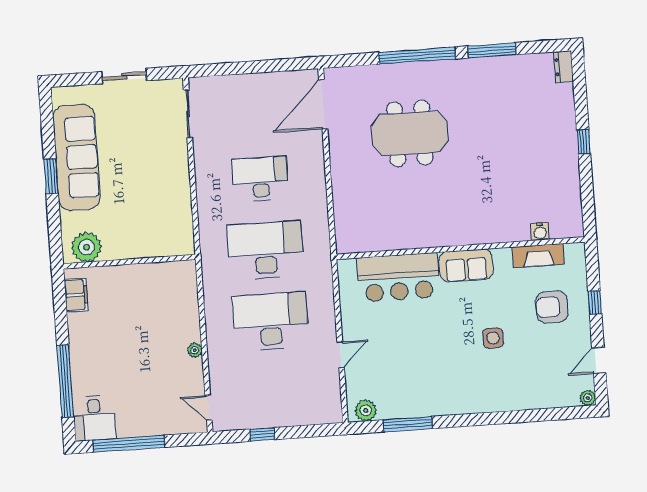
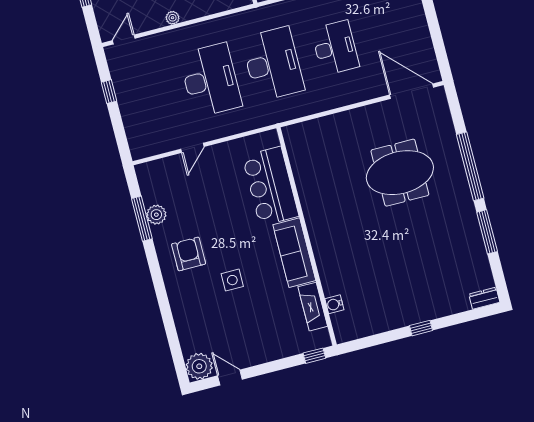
meeting table: (410, 133) -> (400, 173), turned 90
sofa: (466, 265) -> (294, 253), width x1.36
window: (595, 302) -> (314, 356), moved
armchair: (552, 307) -> (189, 254), moved
door: (341, 355) -> (192, 148), hinge flipped
plant: (588, 398) -> (199, 366), width x1.88, depth x1.88
plant: (366, 410) -> (156, 215), moved

